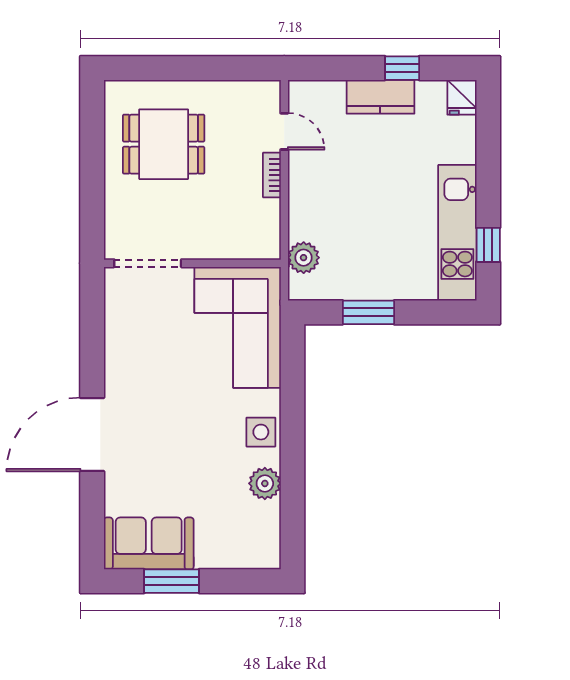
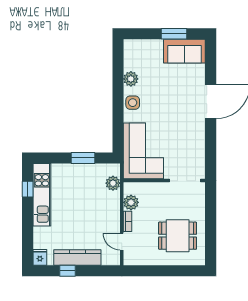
kitchen counter: (380, 97) -> (77, 258), width x1.50
plant: (264, 216) -> (131, 202), added

